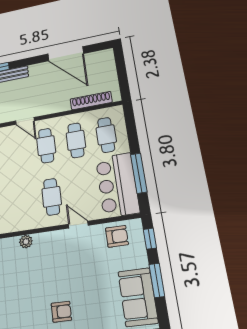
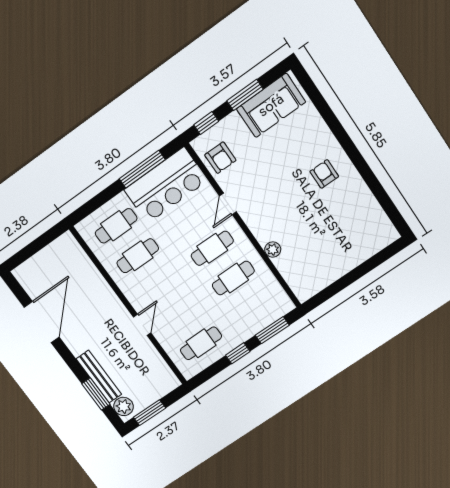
shoe rack: (91, 101) -> (84, 263), removed
cafe table: (46, 146) -> (233, 278), moved
armchair: (117, 236) -> (220, 158), turned 180

